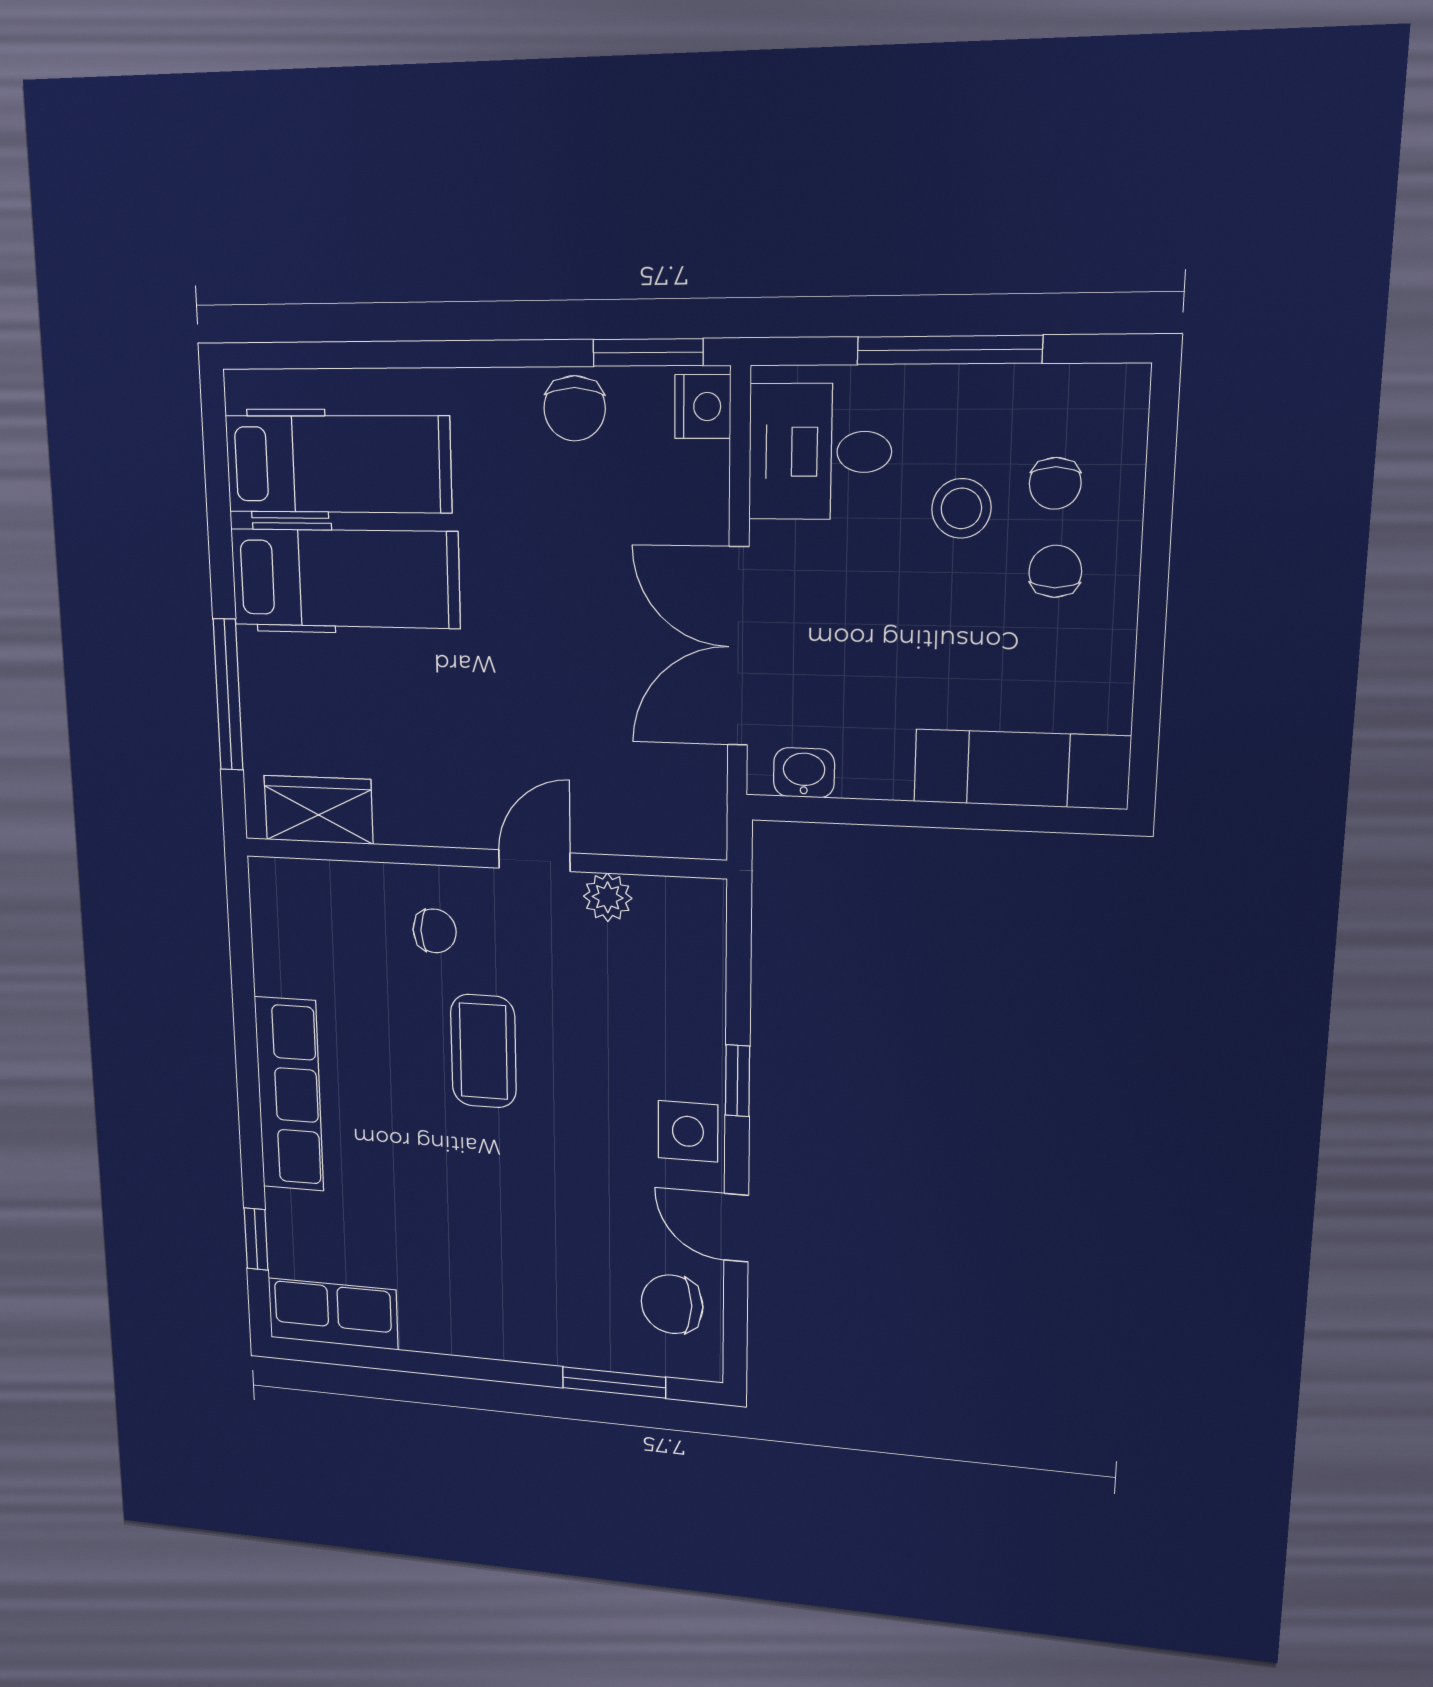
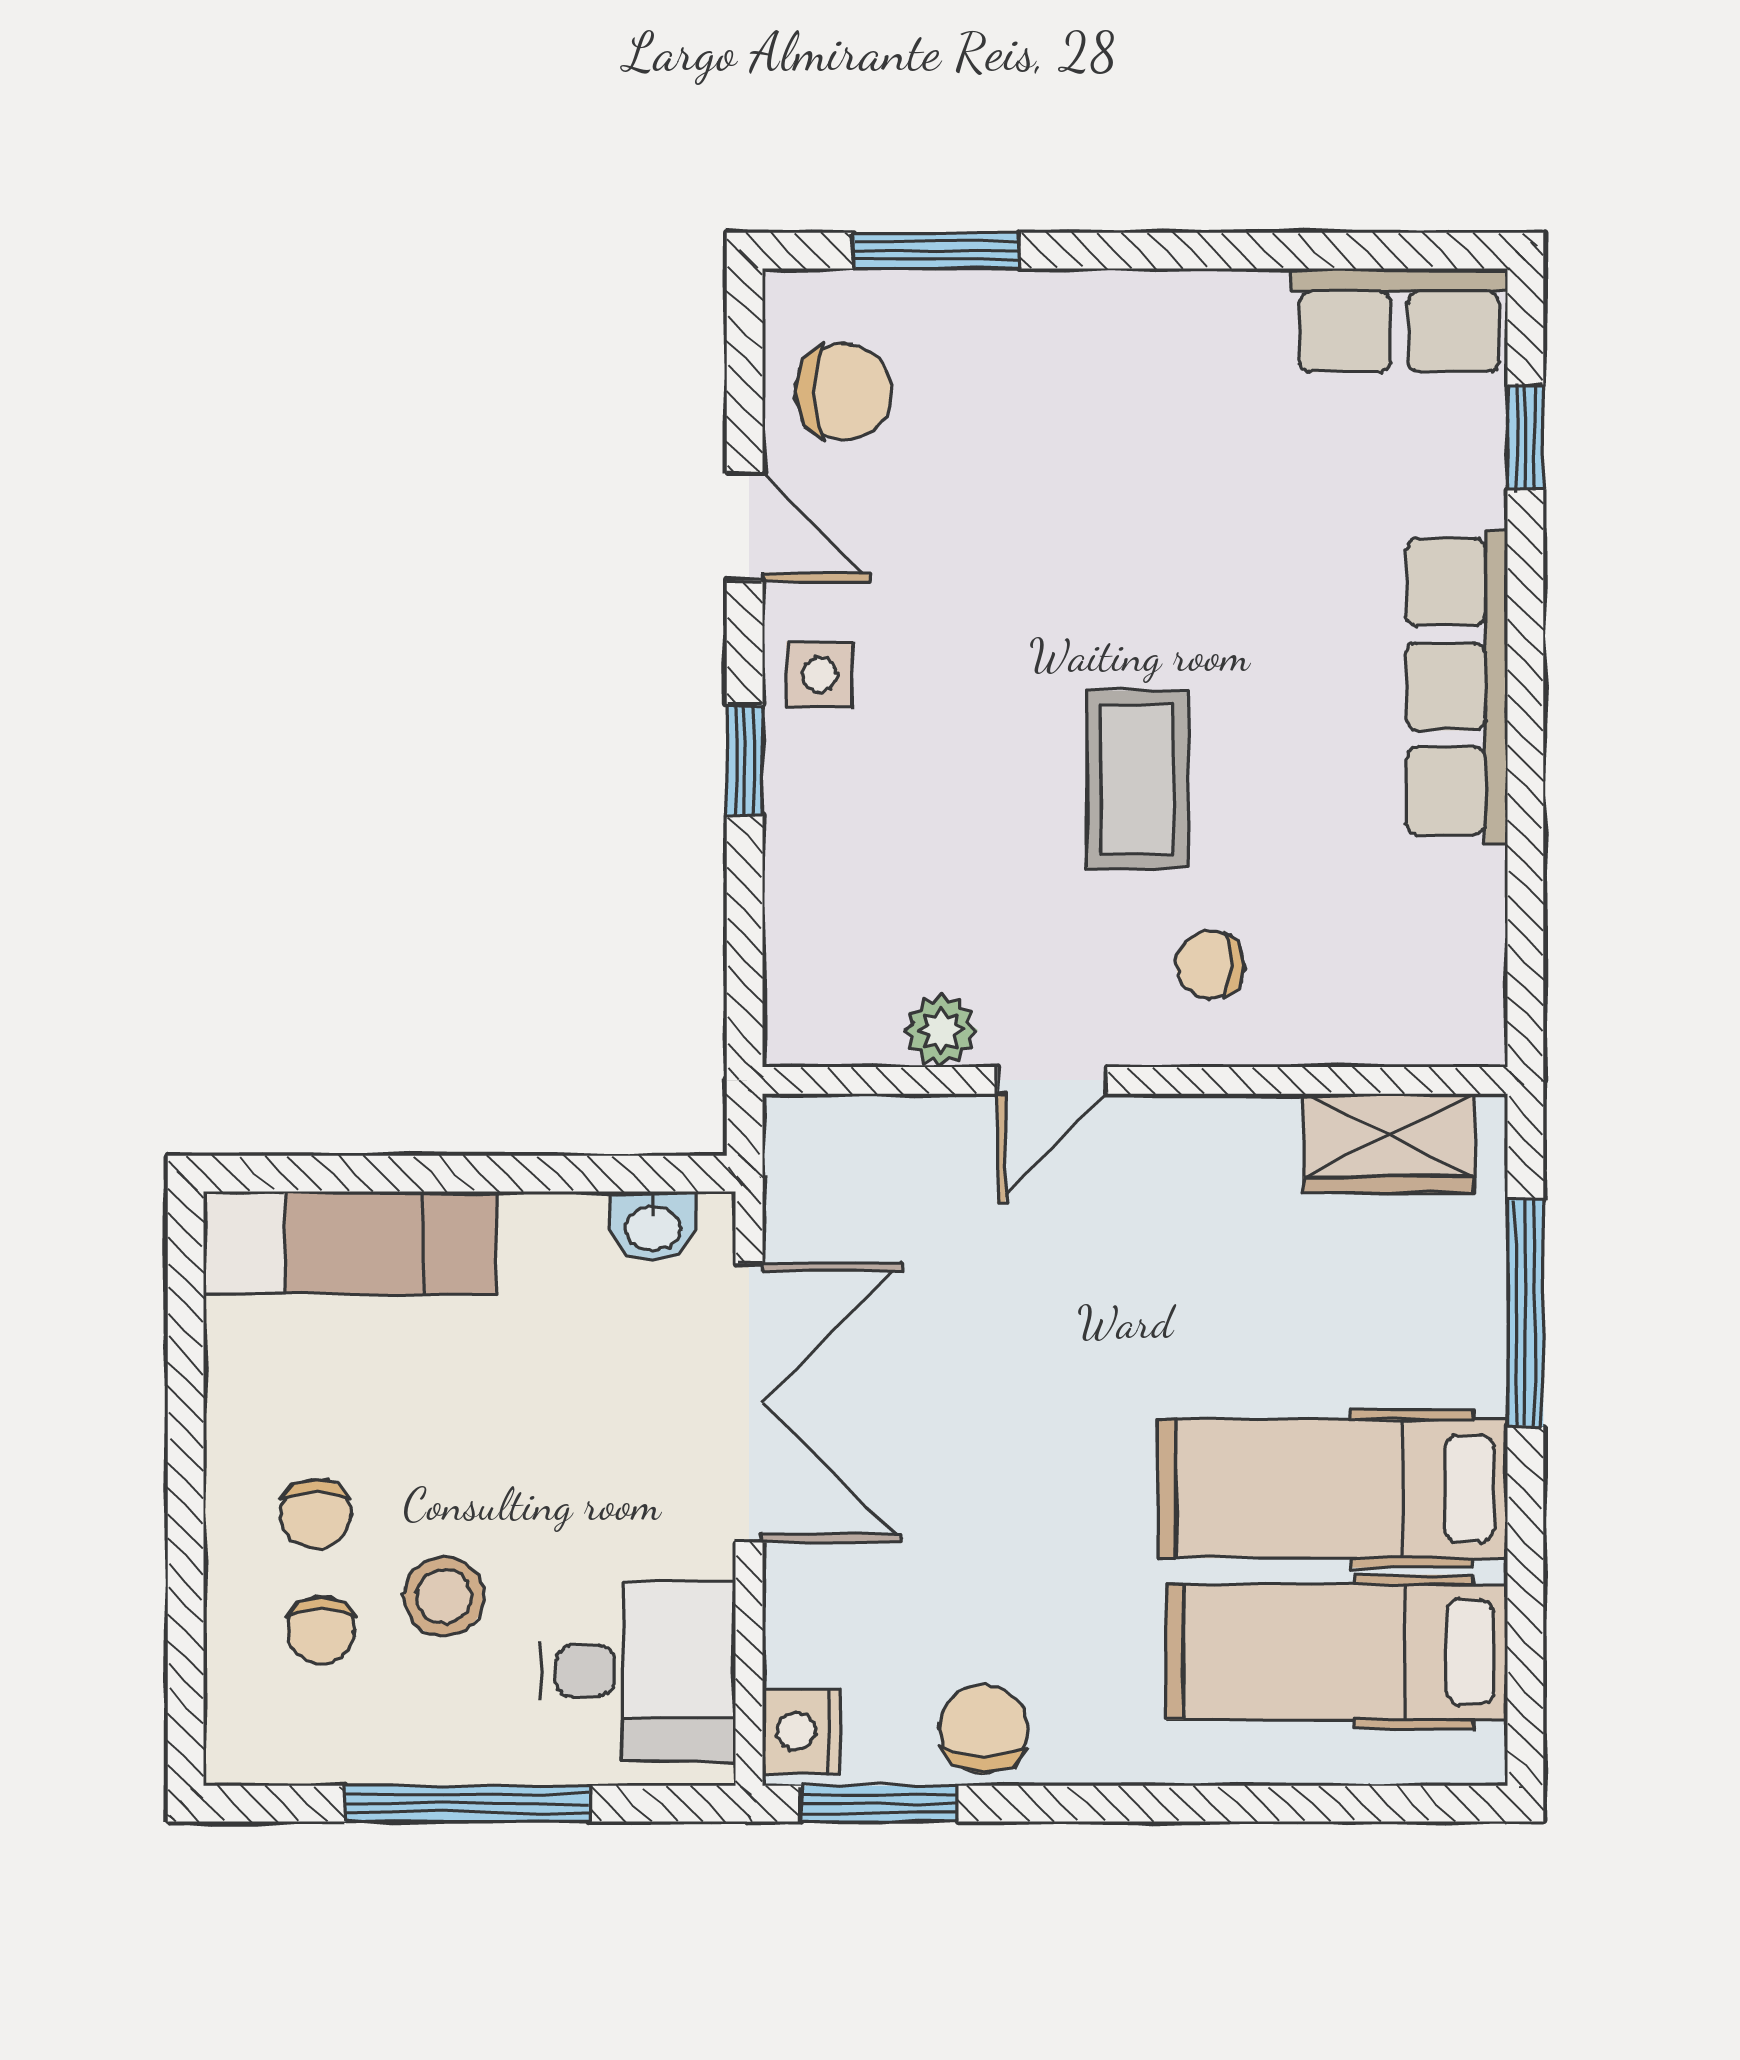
chair: (1055, 483) -> (321, 1630), turned 180
side table: (688, 1131) -> (819, 675), width x0.73, depth x0.73

